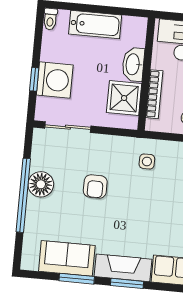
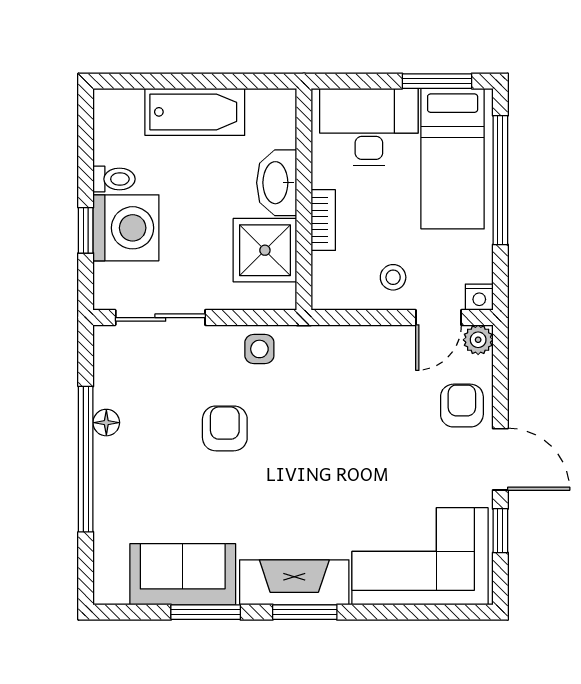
toilet: (50, 19) -> (114, 179), moved, turned -90
bookcase: (154, 94) -> (323, 220), width x0.64
side table: (147, 161) -> (259, 349), moved
floor lamp: (41, 184) -> (106, 423), width x0.53, depth x0.53
armchair: (95, 186) -> (225, 428), turned 180

